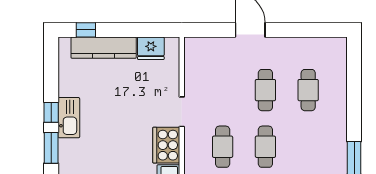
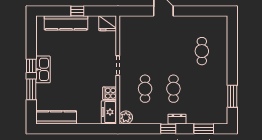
window: (86, 30) -> (77, 11), moved
fridge: (151, 48) -> (108, 23), moved
cafe table: (265, 90) -> (173, 51), removed
cooker: (166, 145) -> (110, 93), width x0.53, depth x0.76

